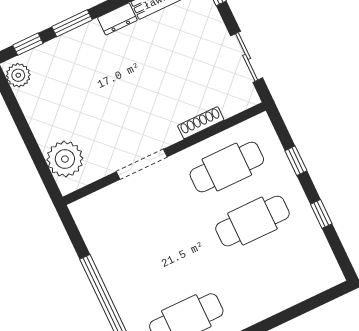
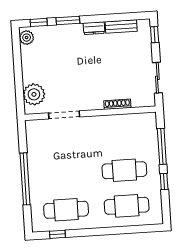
window: (296, 161) -> (162, 146), width x2.17
doorway: (142, 164) -> (64, 115), moved
cafe table: (227, 167) -> (127, 206), moved

